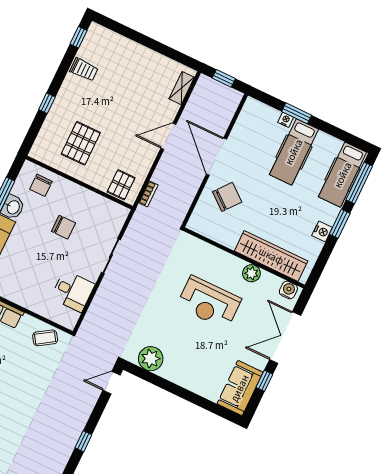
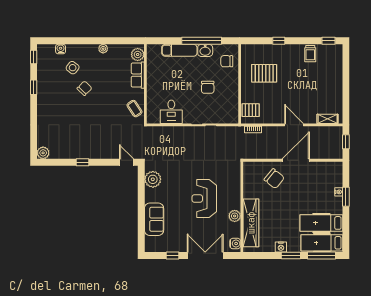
hospital bed: (294, 152) -> (321, 223), moved
sofa: (240, 388) -> (154, 219), moved, turned 90

